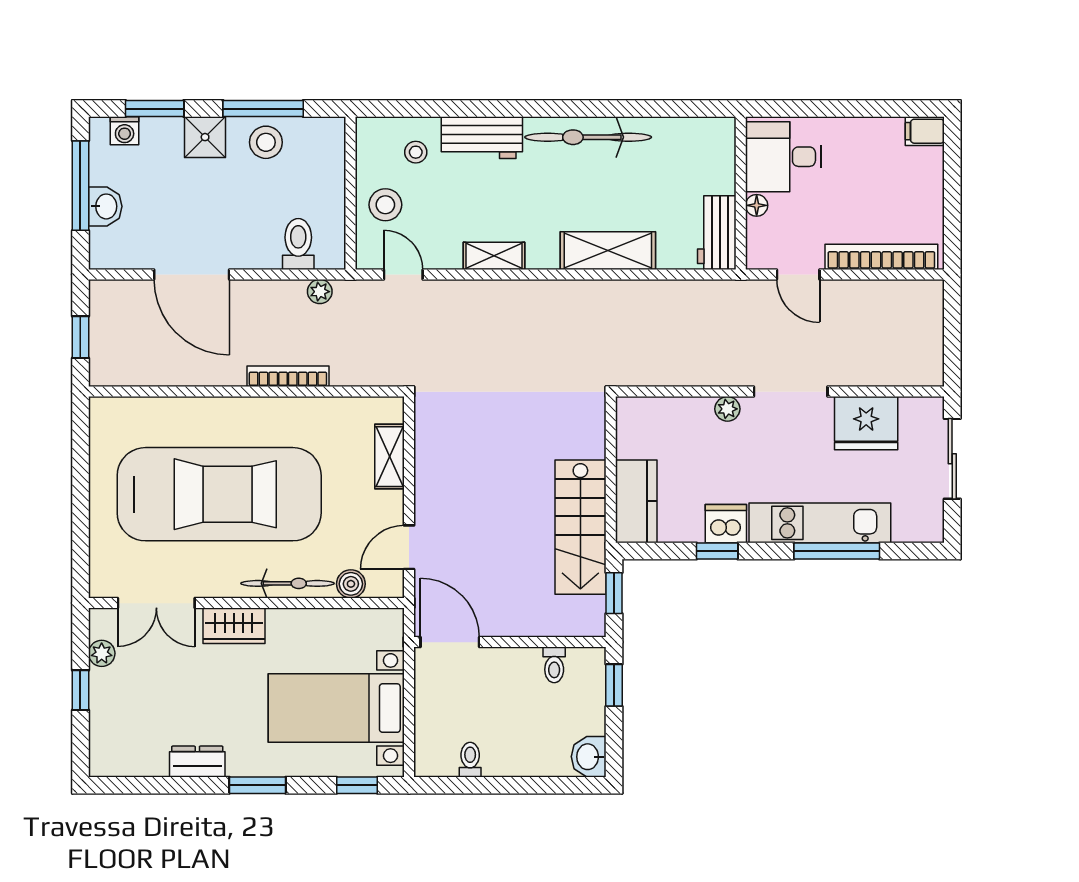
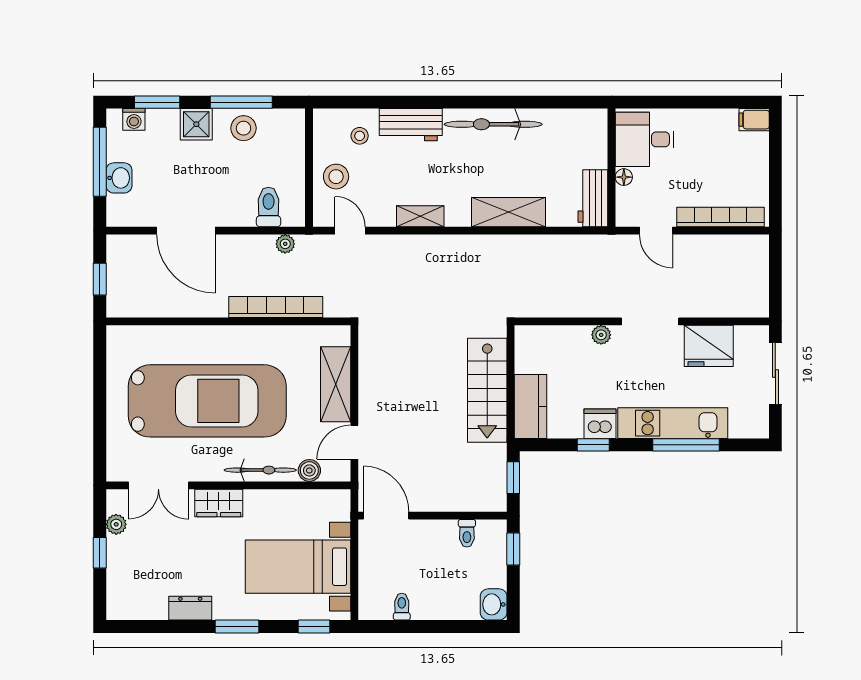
bookcase: (288, 376) -> (276, 307), width x1.48, depth x1.31
shelving: (390, 457) -> (336, 384), width x1.50, depth x1.33
stairs: (580, 527) -> (487, 390), moved

